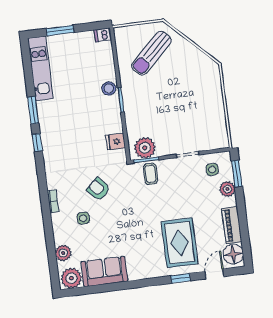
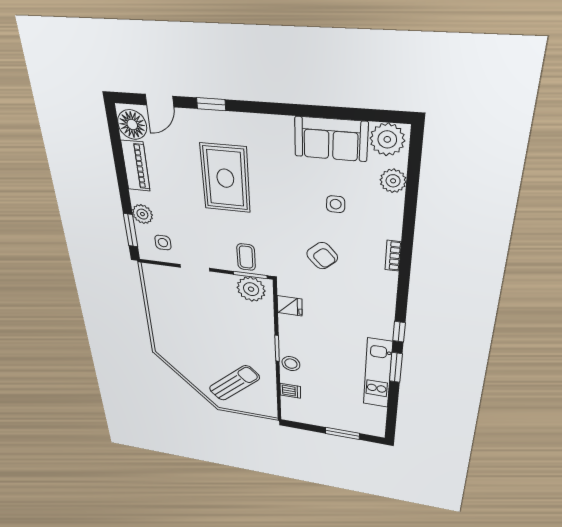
dishwasher: (103, 35) -> (290, 391), moved
kitchen unit: (40, 68) -> (378, 373), moved
side table: (83, 218) -> (336, 204), moved
rug: (180, 243) -> (225, 178), moved

